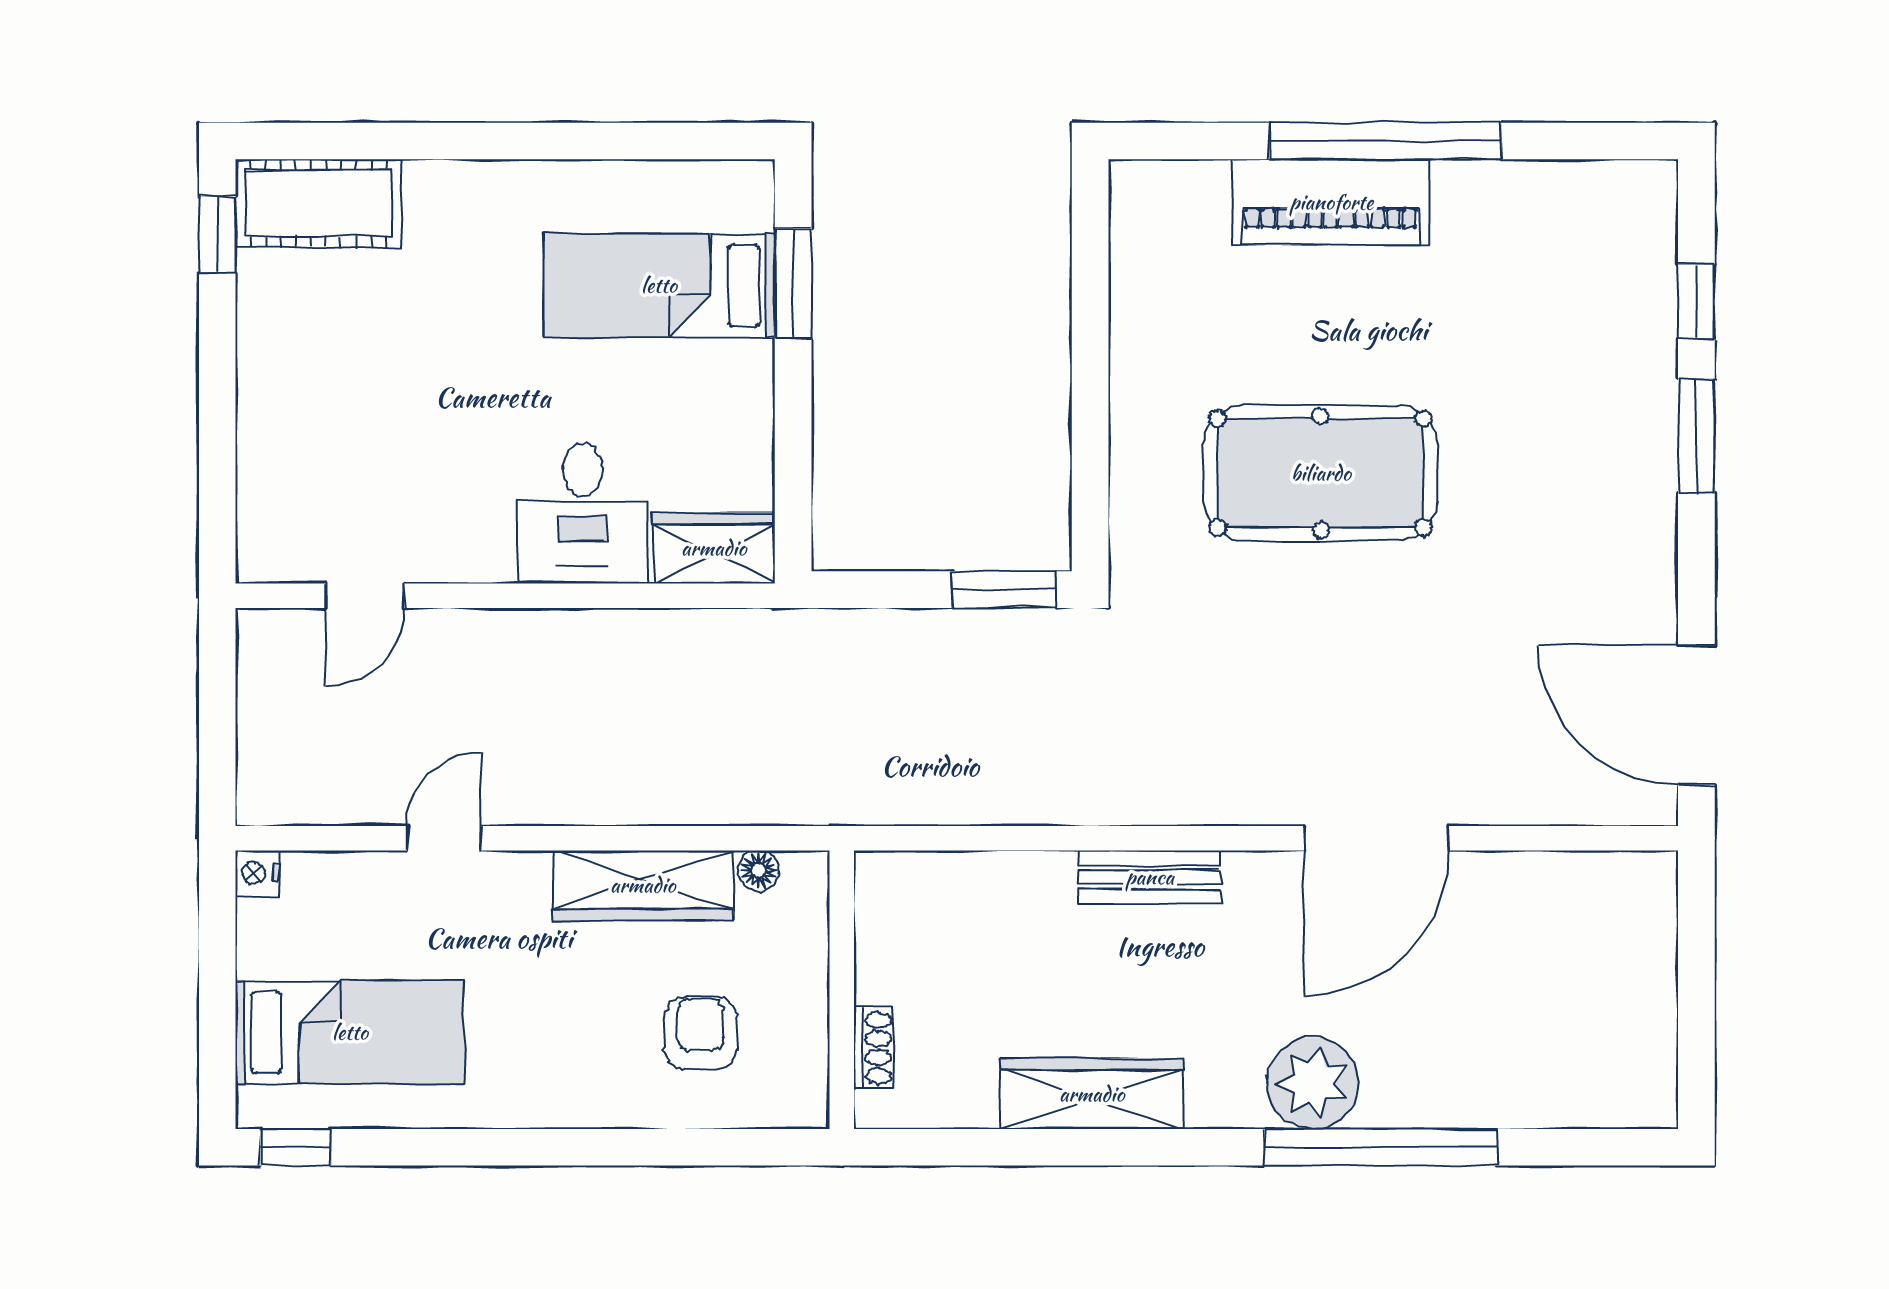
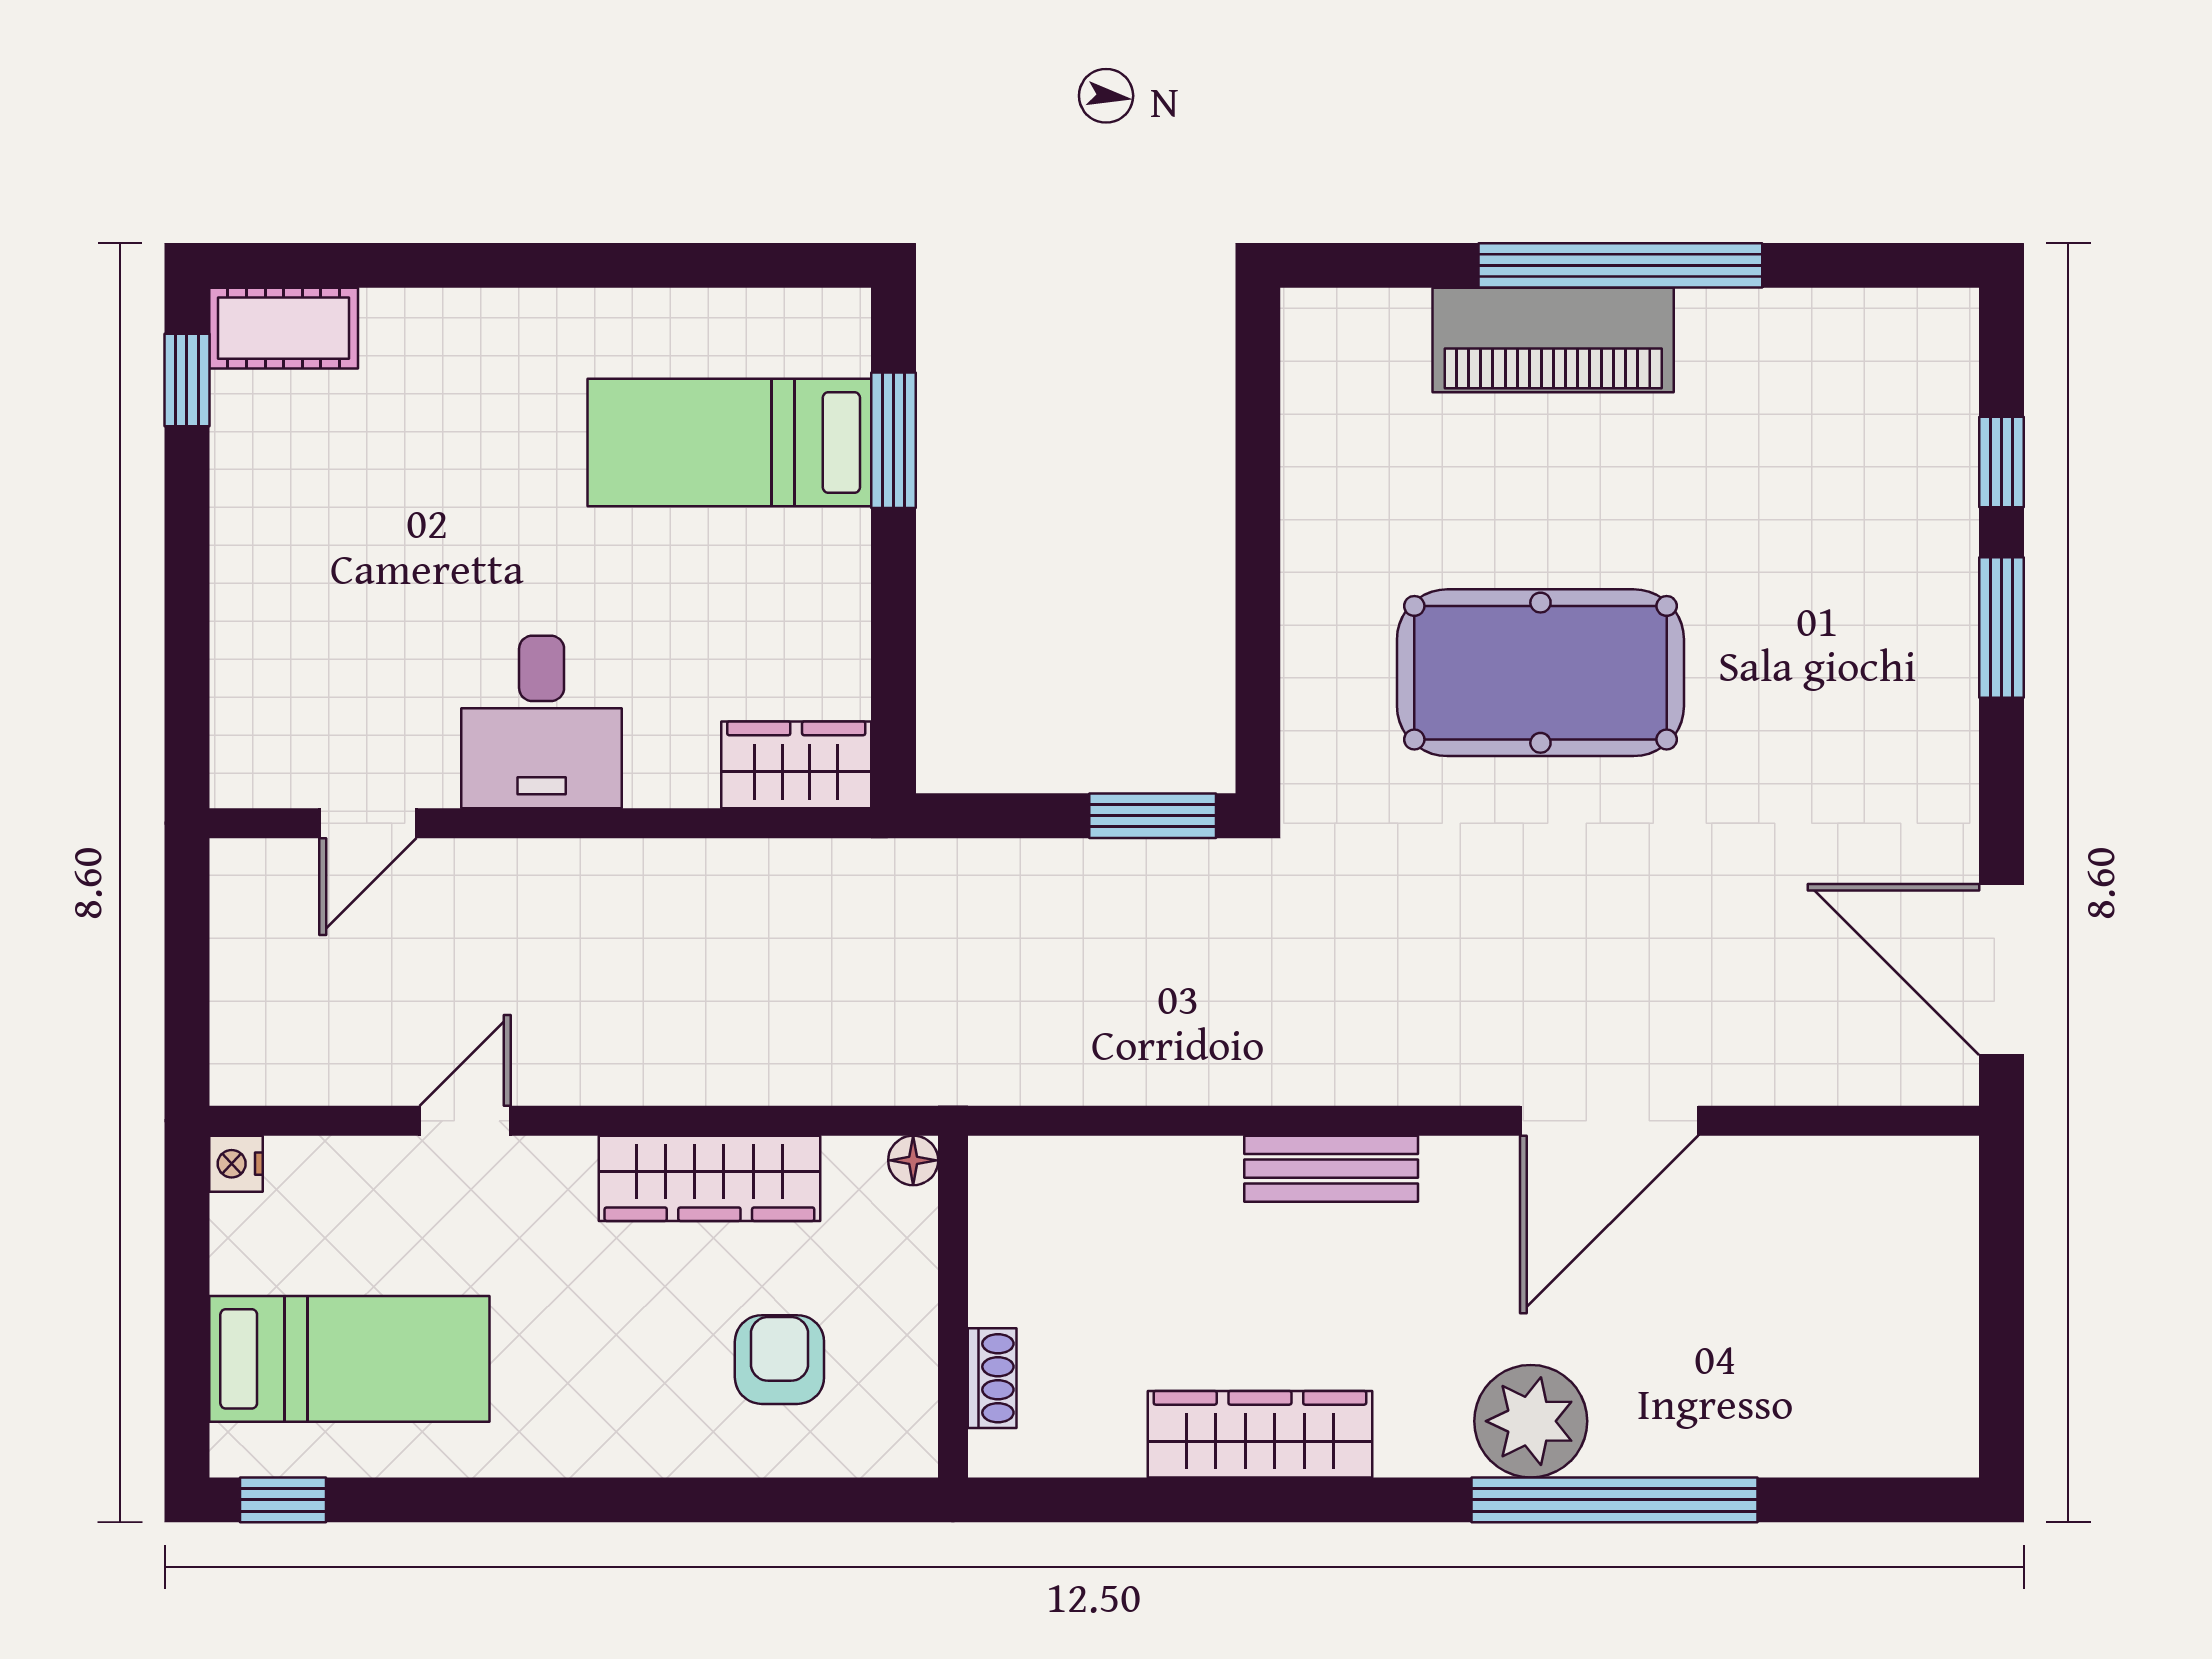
cot: (318, 203) -> (284, 328), width x0.73, depth x0.75
desk: (583, 513) -> (542, 722), moved
floor lamp: (758, 871) -> (913, 1160), moved

